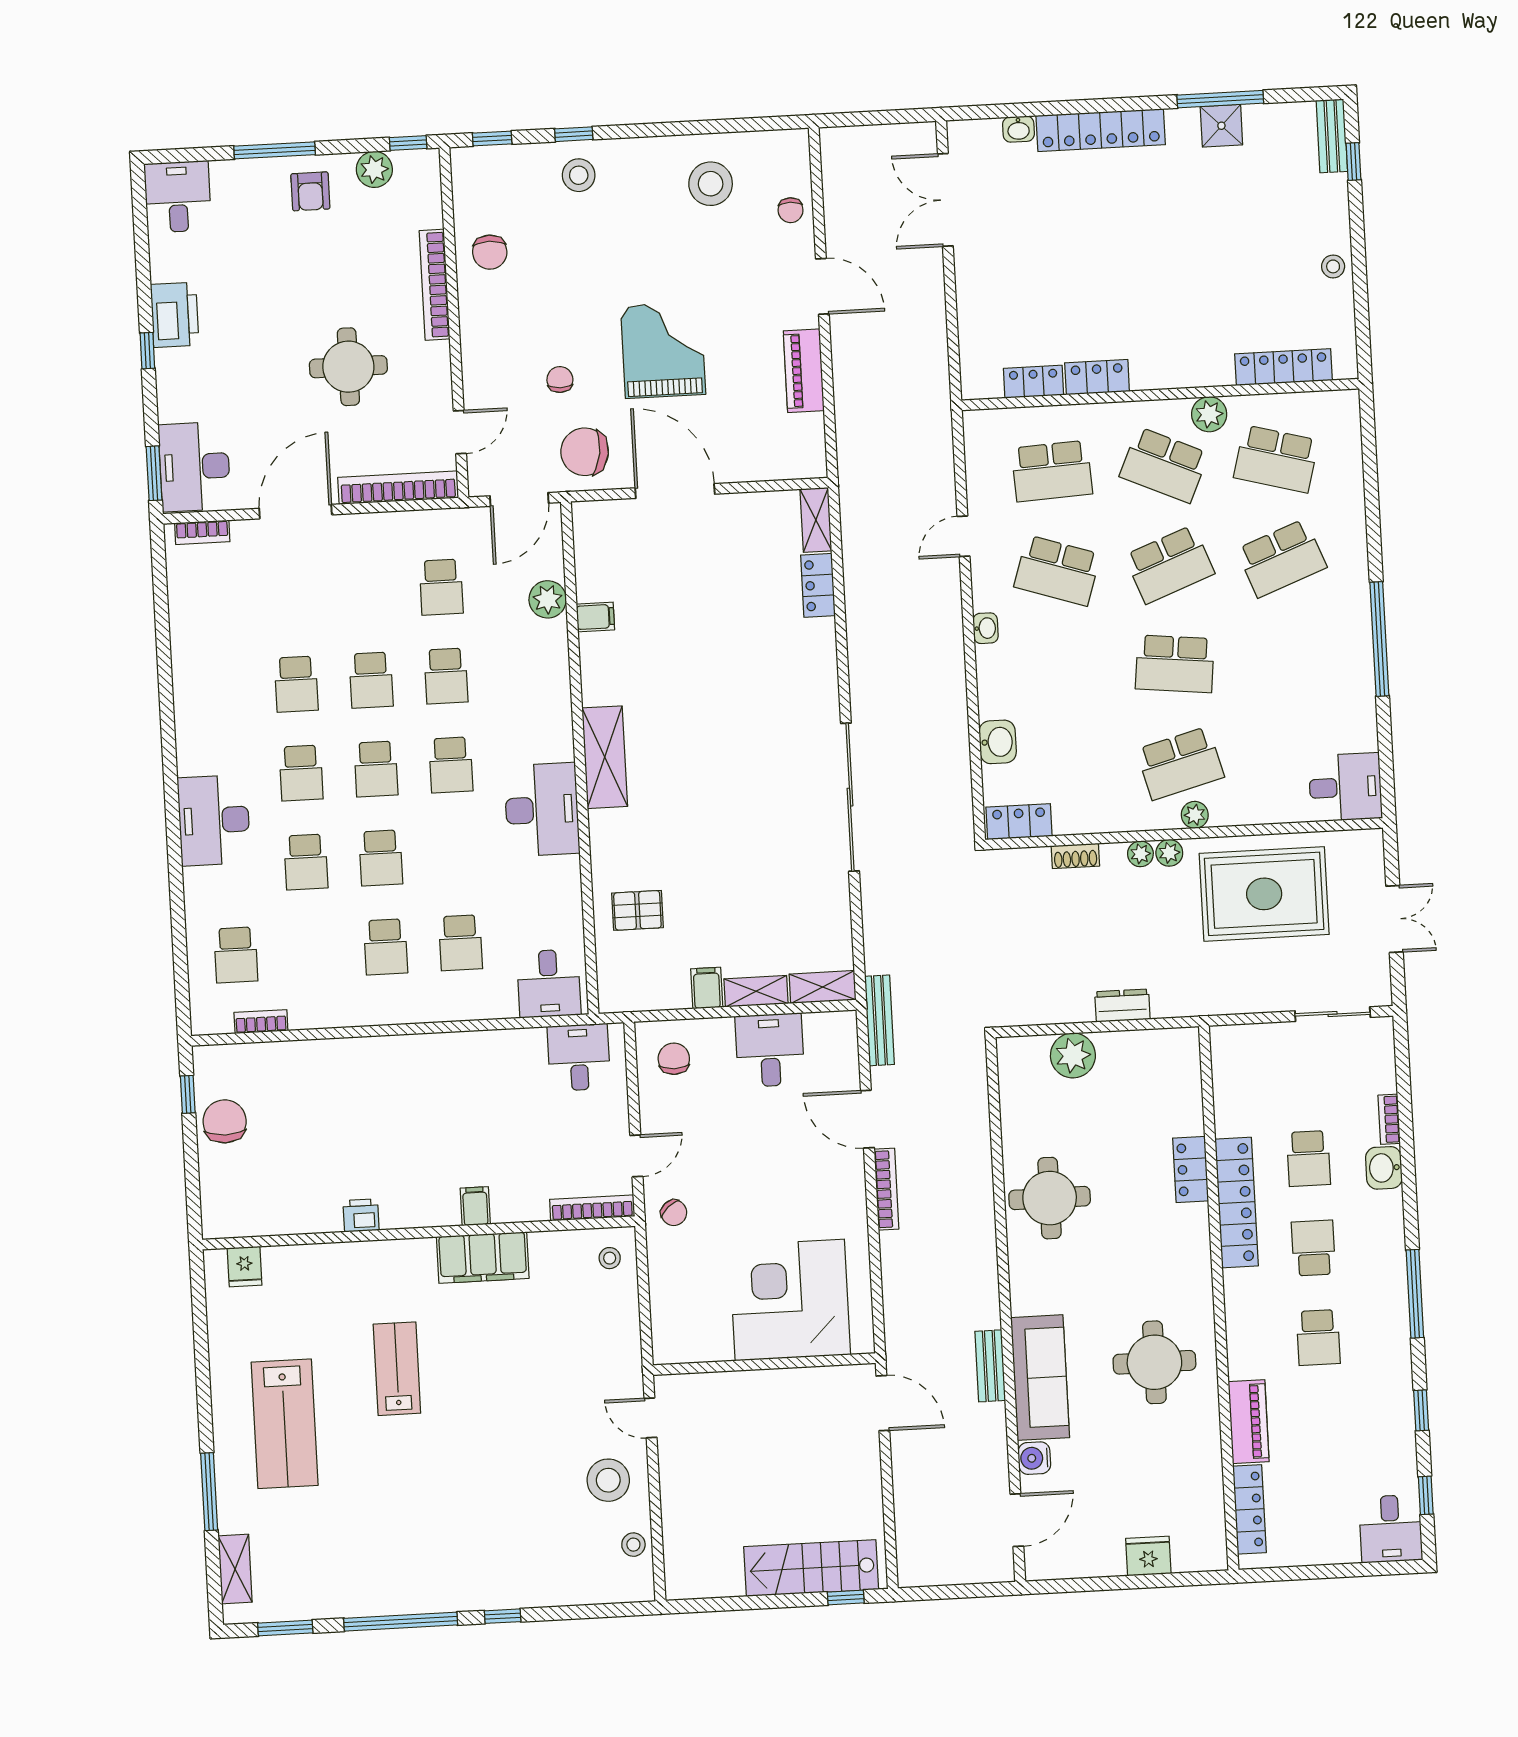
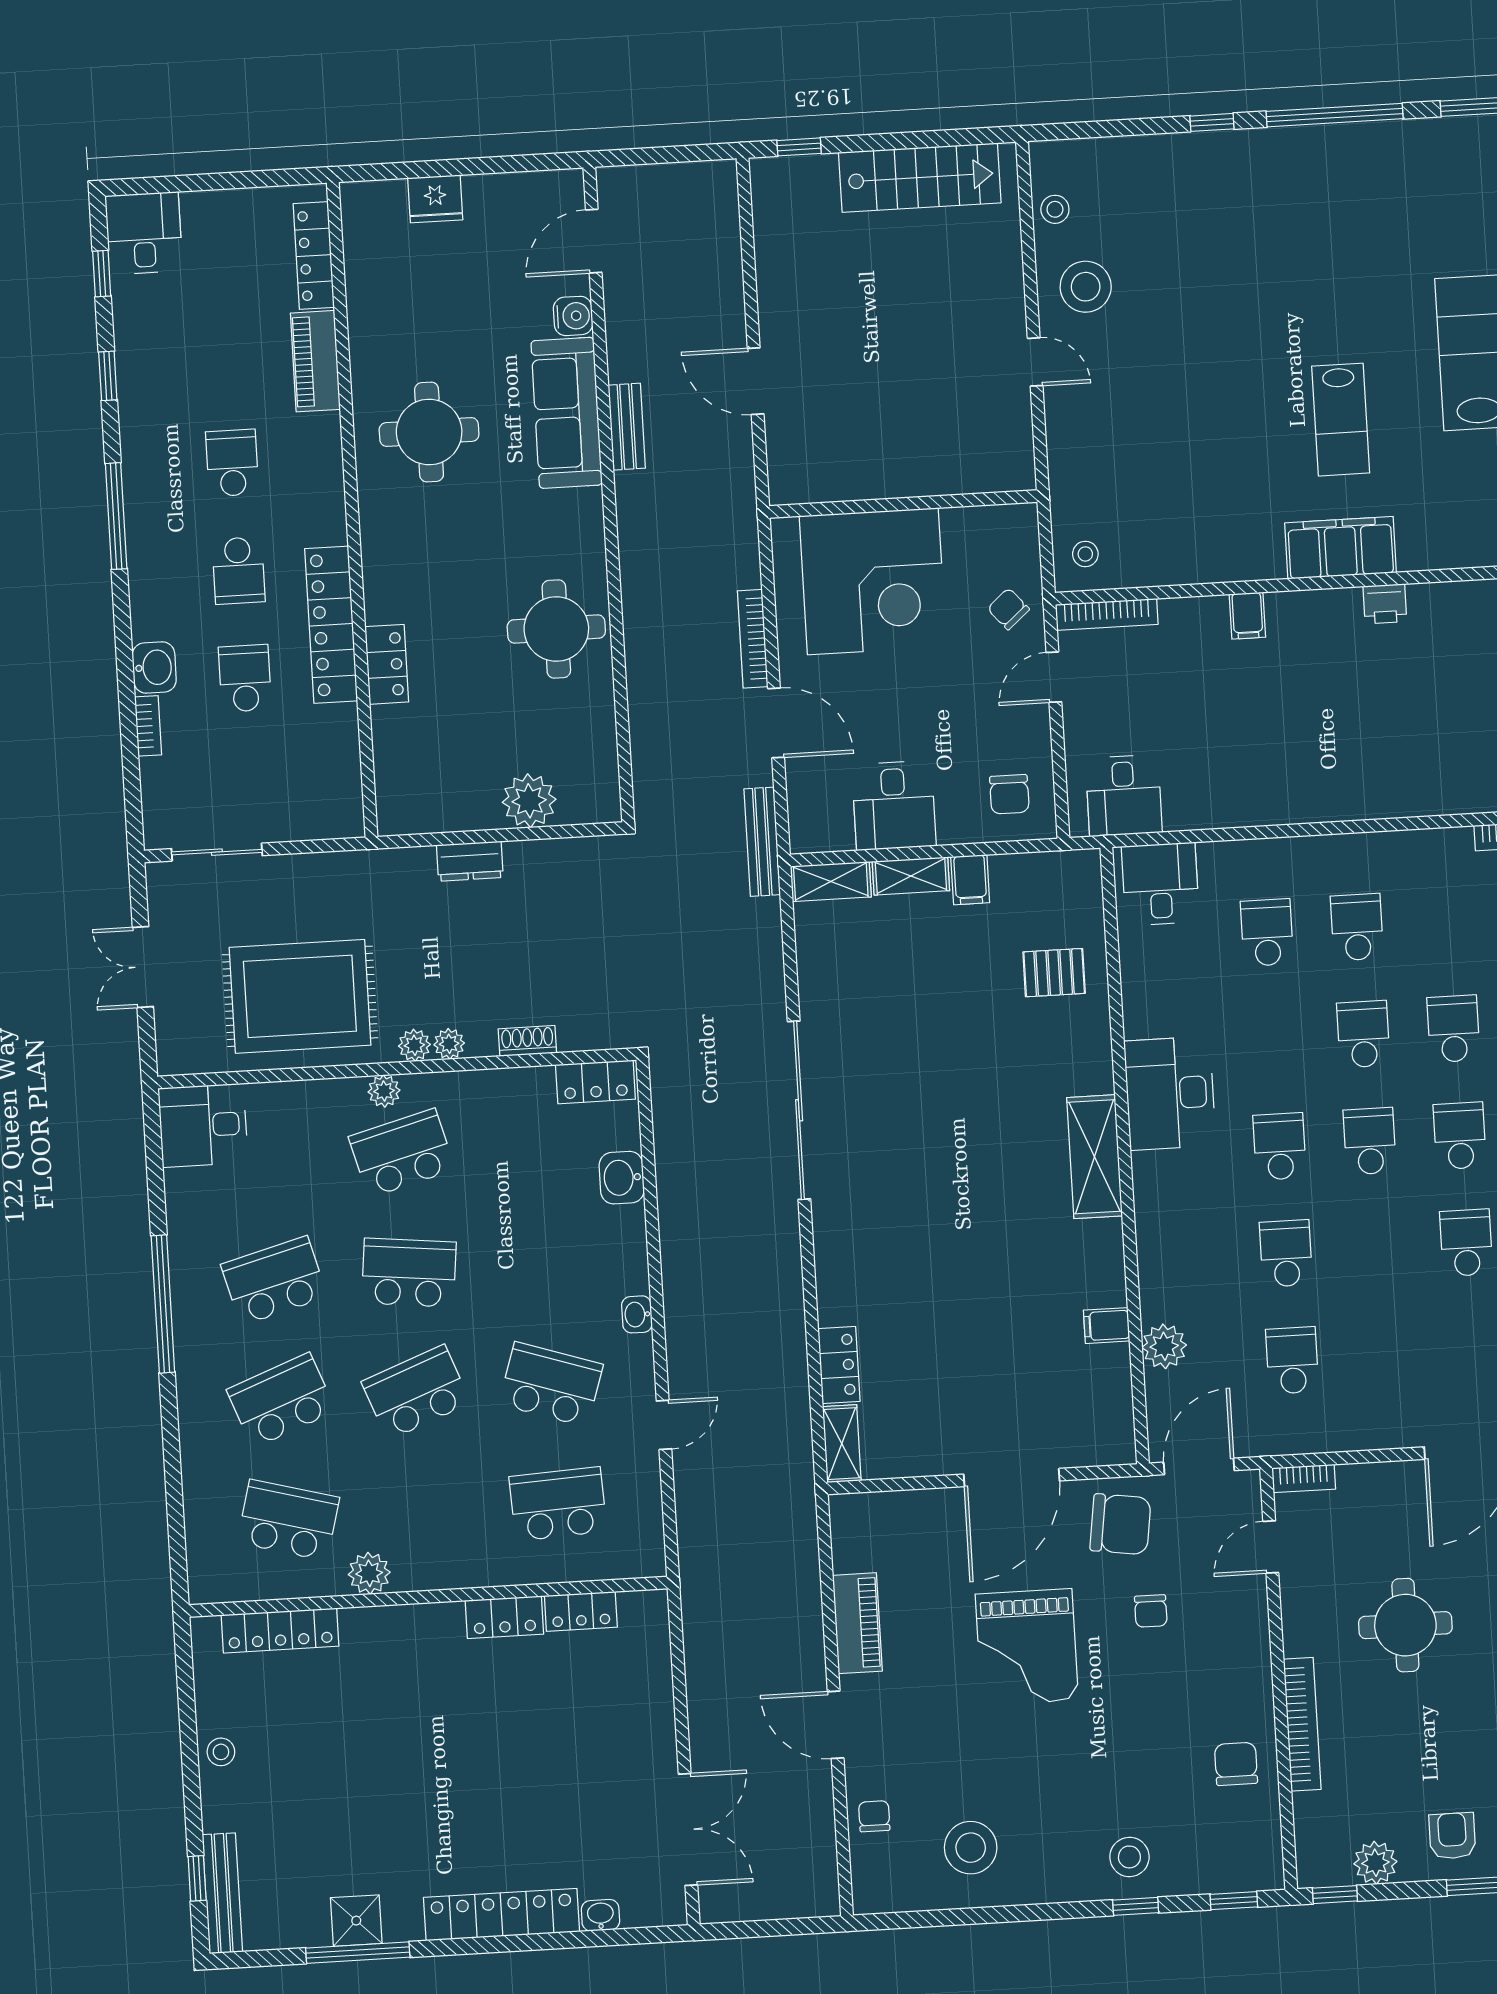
bench: (1332, 136) -> (222, 1893), width x1.36
school desk: (1164, 465) -> (274, 1281), moved, turned -39
bookcase: (398, 488) -> (1304, 1478), width x0.43, depth x0.76
door: (675, 491) -> (1012, 1478), hinge flipped
school desk: (371, 680) -> (1376, 1248), removed
filing cabinet: (483, 1258) -> (1341, 548), moved
corner desk: (790, 1300) -> (873, 581), moved
wall: (764, 1364) -> (903, 504), moved
stairs: (811, 1568) -> (920, 178), moved

